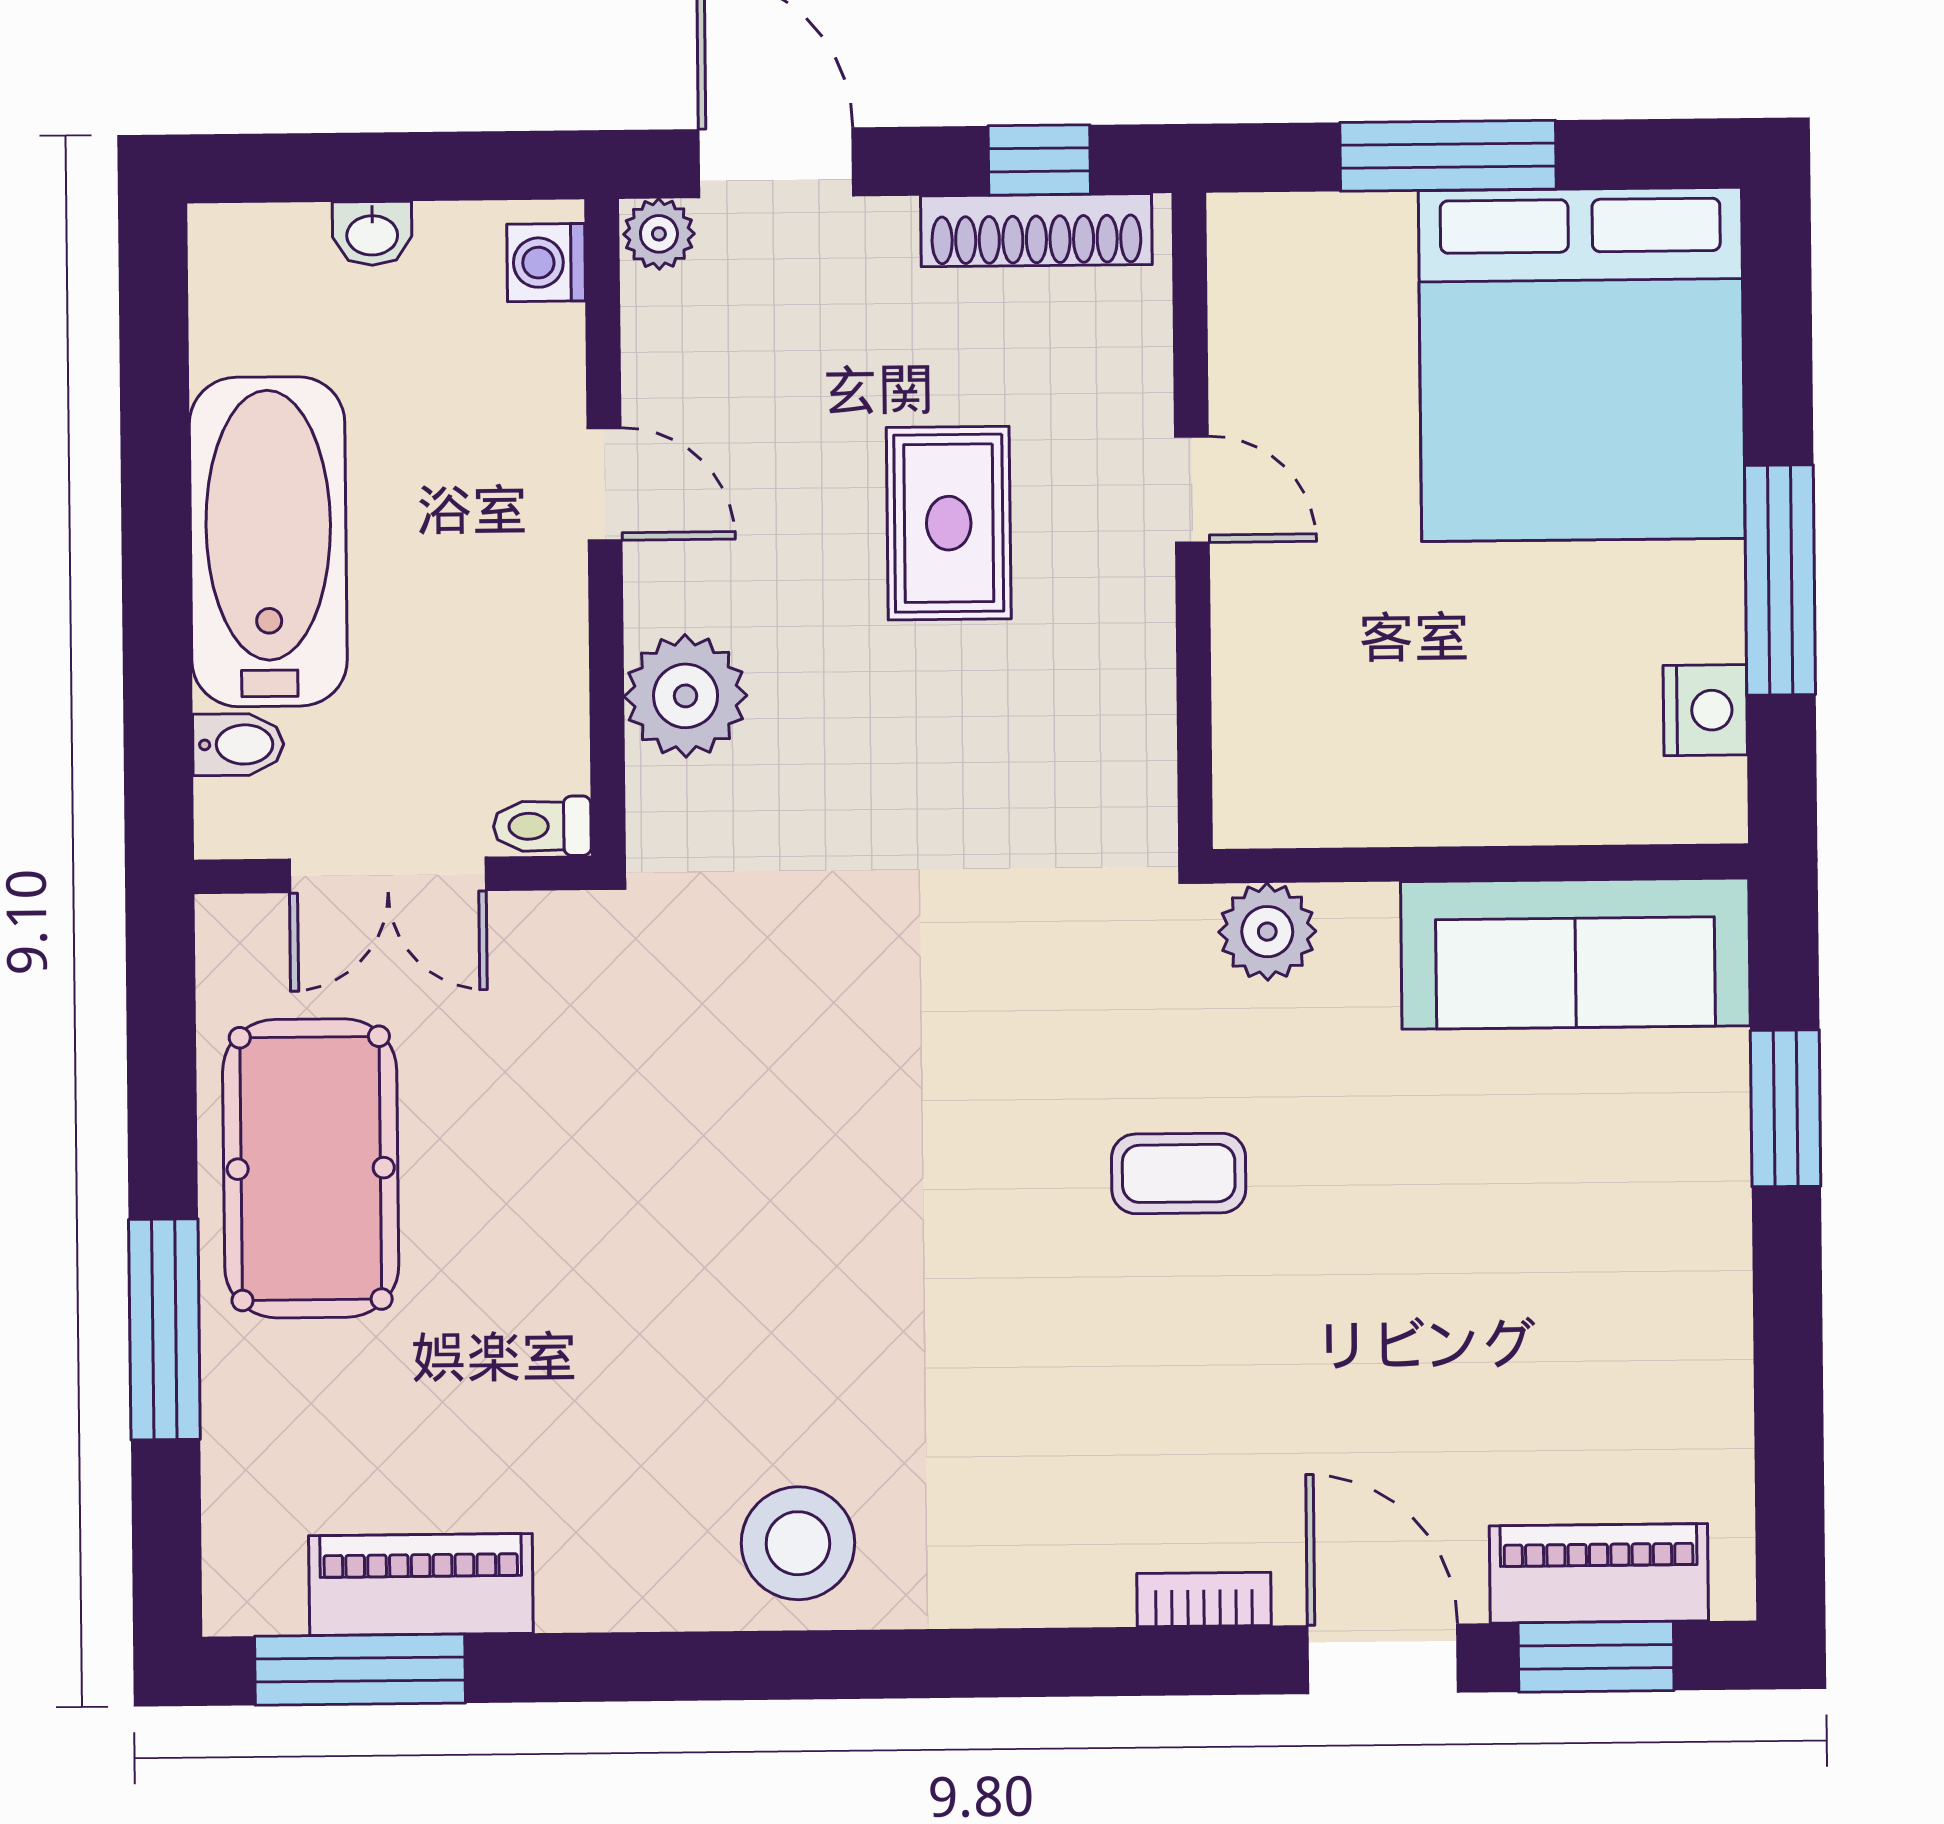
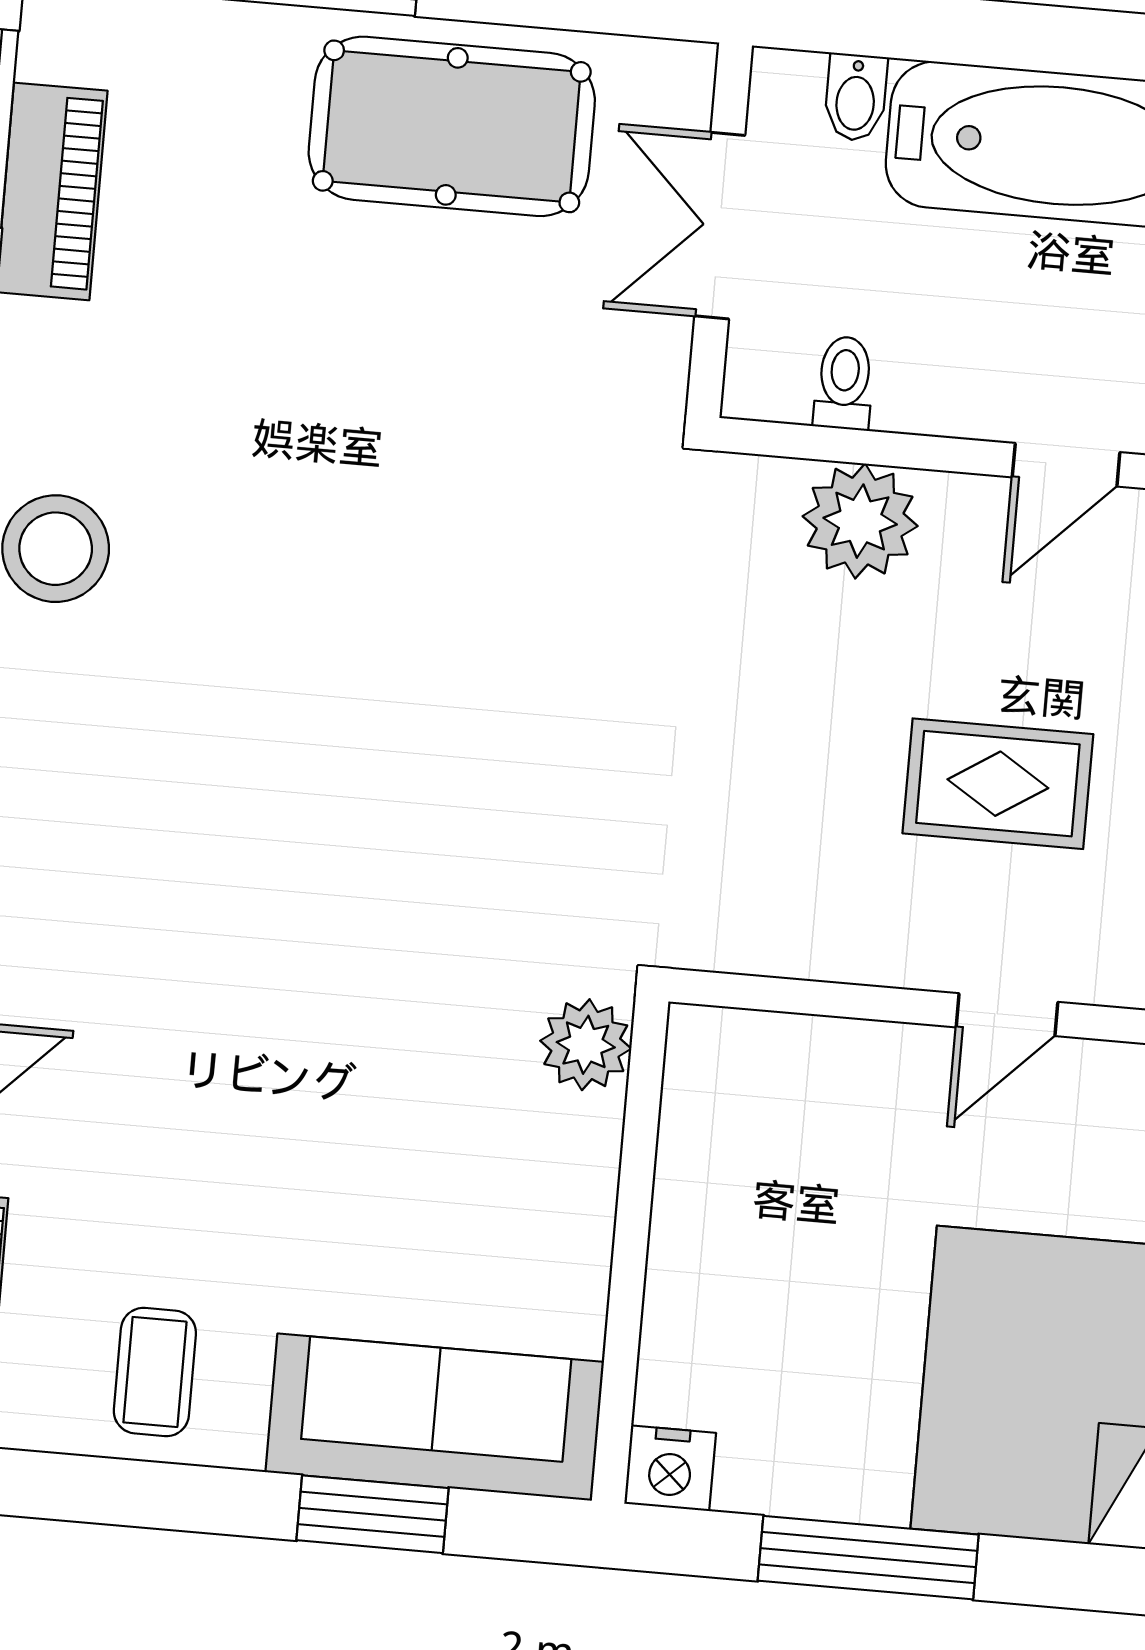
nightstand: (1705, 710) -> (670, 1468), moved
toilet: (542, 826) -> (844, 383), moved
sofa: (1575, 954) -> (435, 1417), moved, turned 90
coffee table: (1179, 1173) -> (155, 1372), moved

